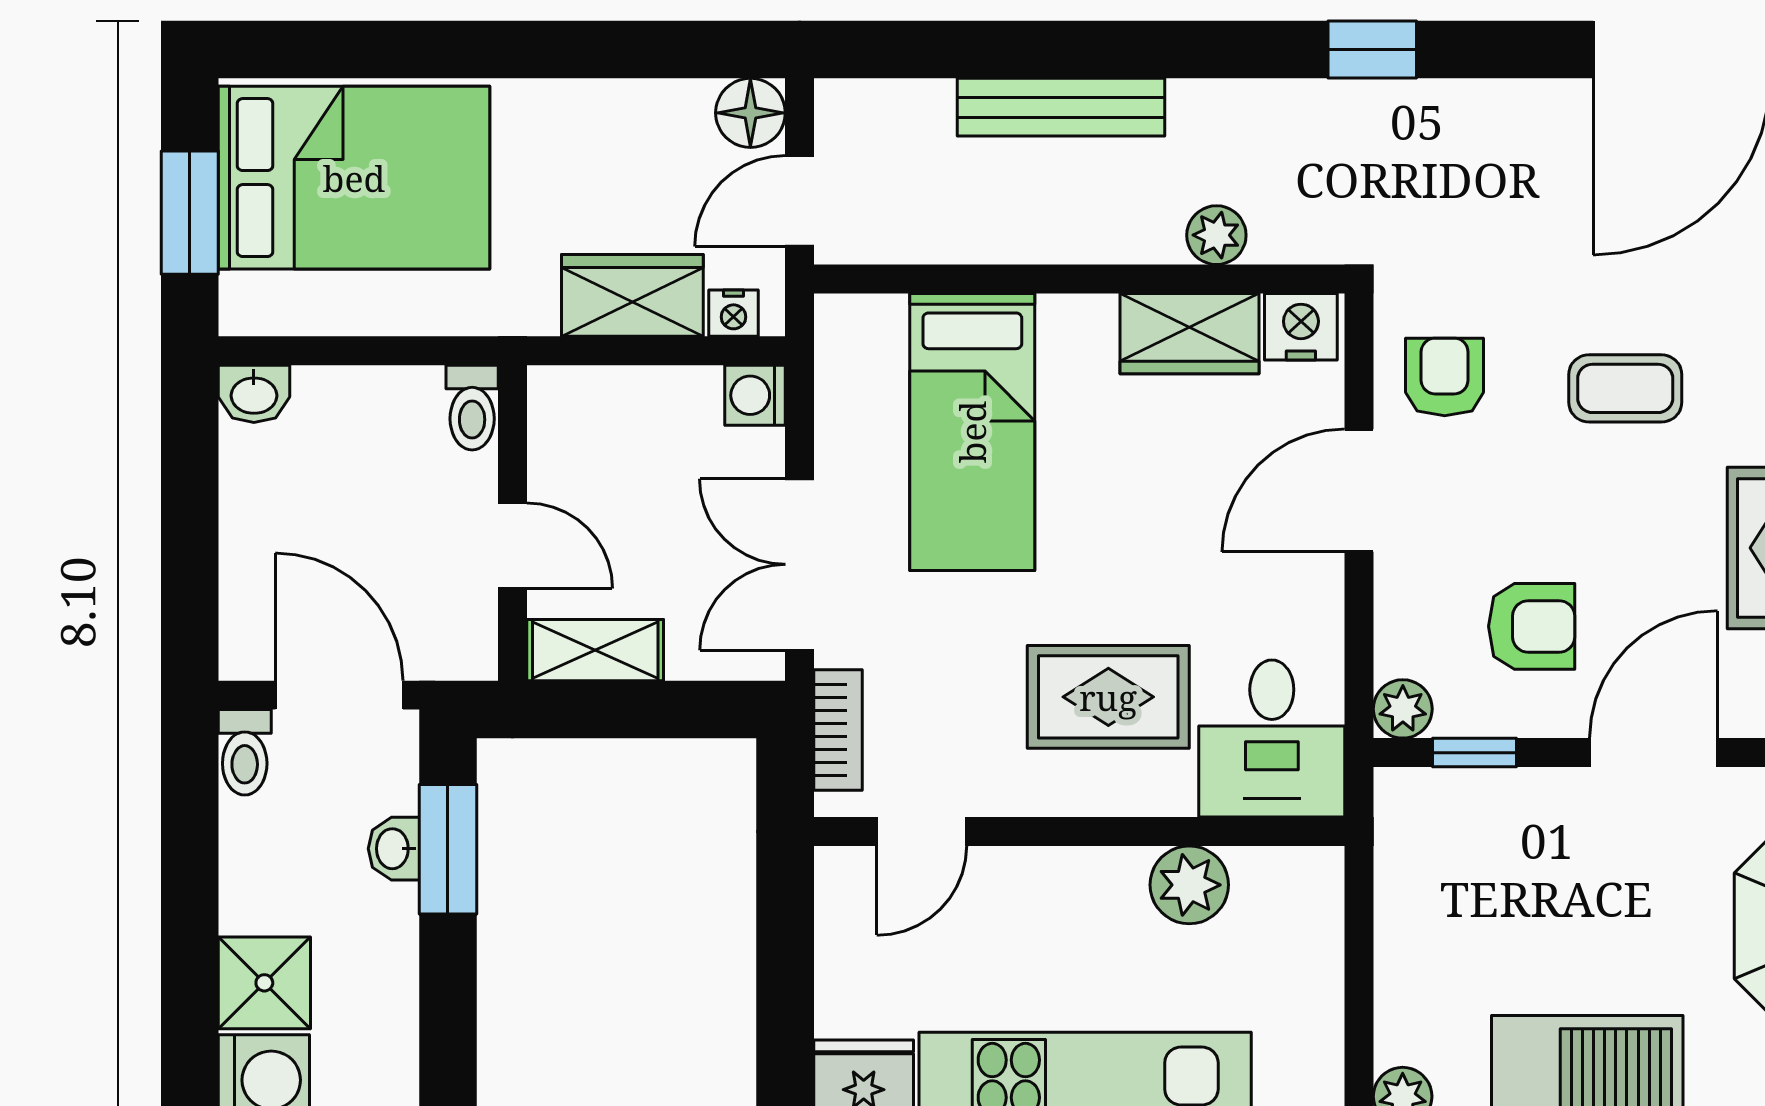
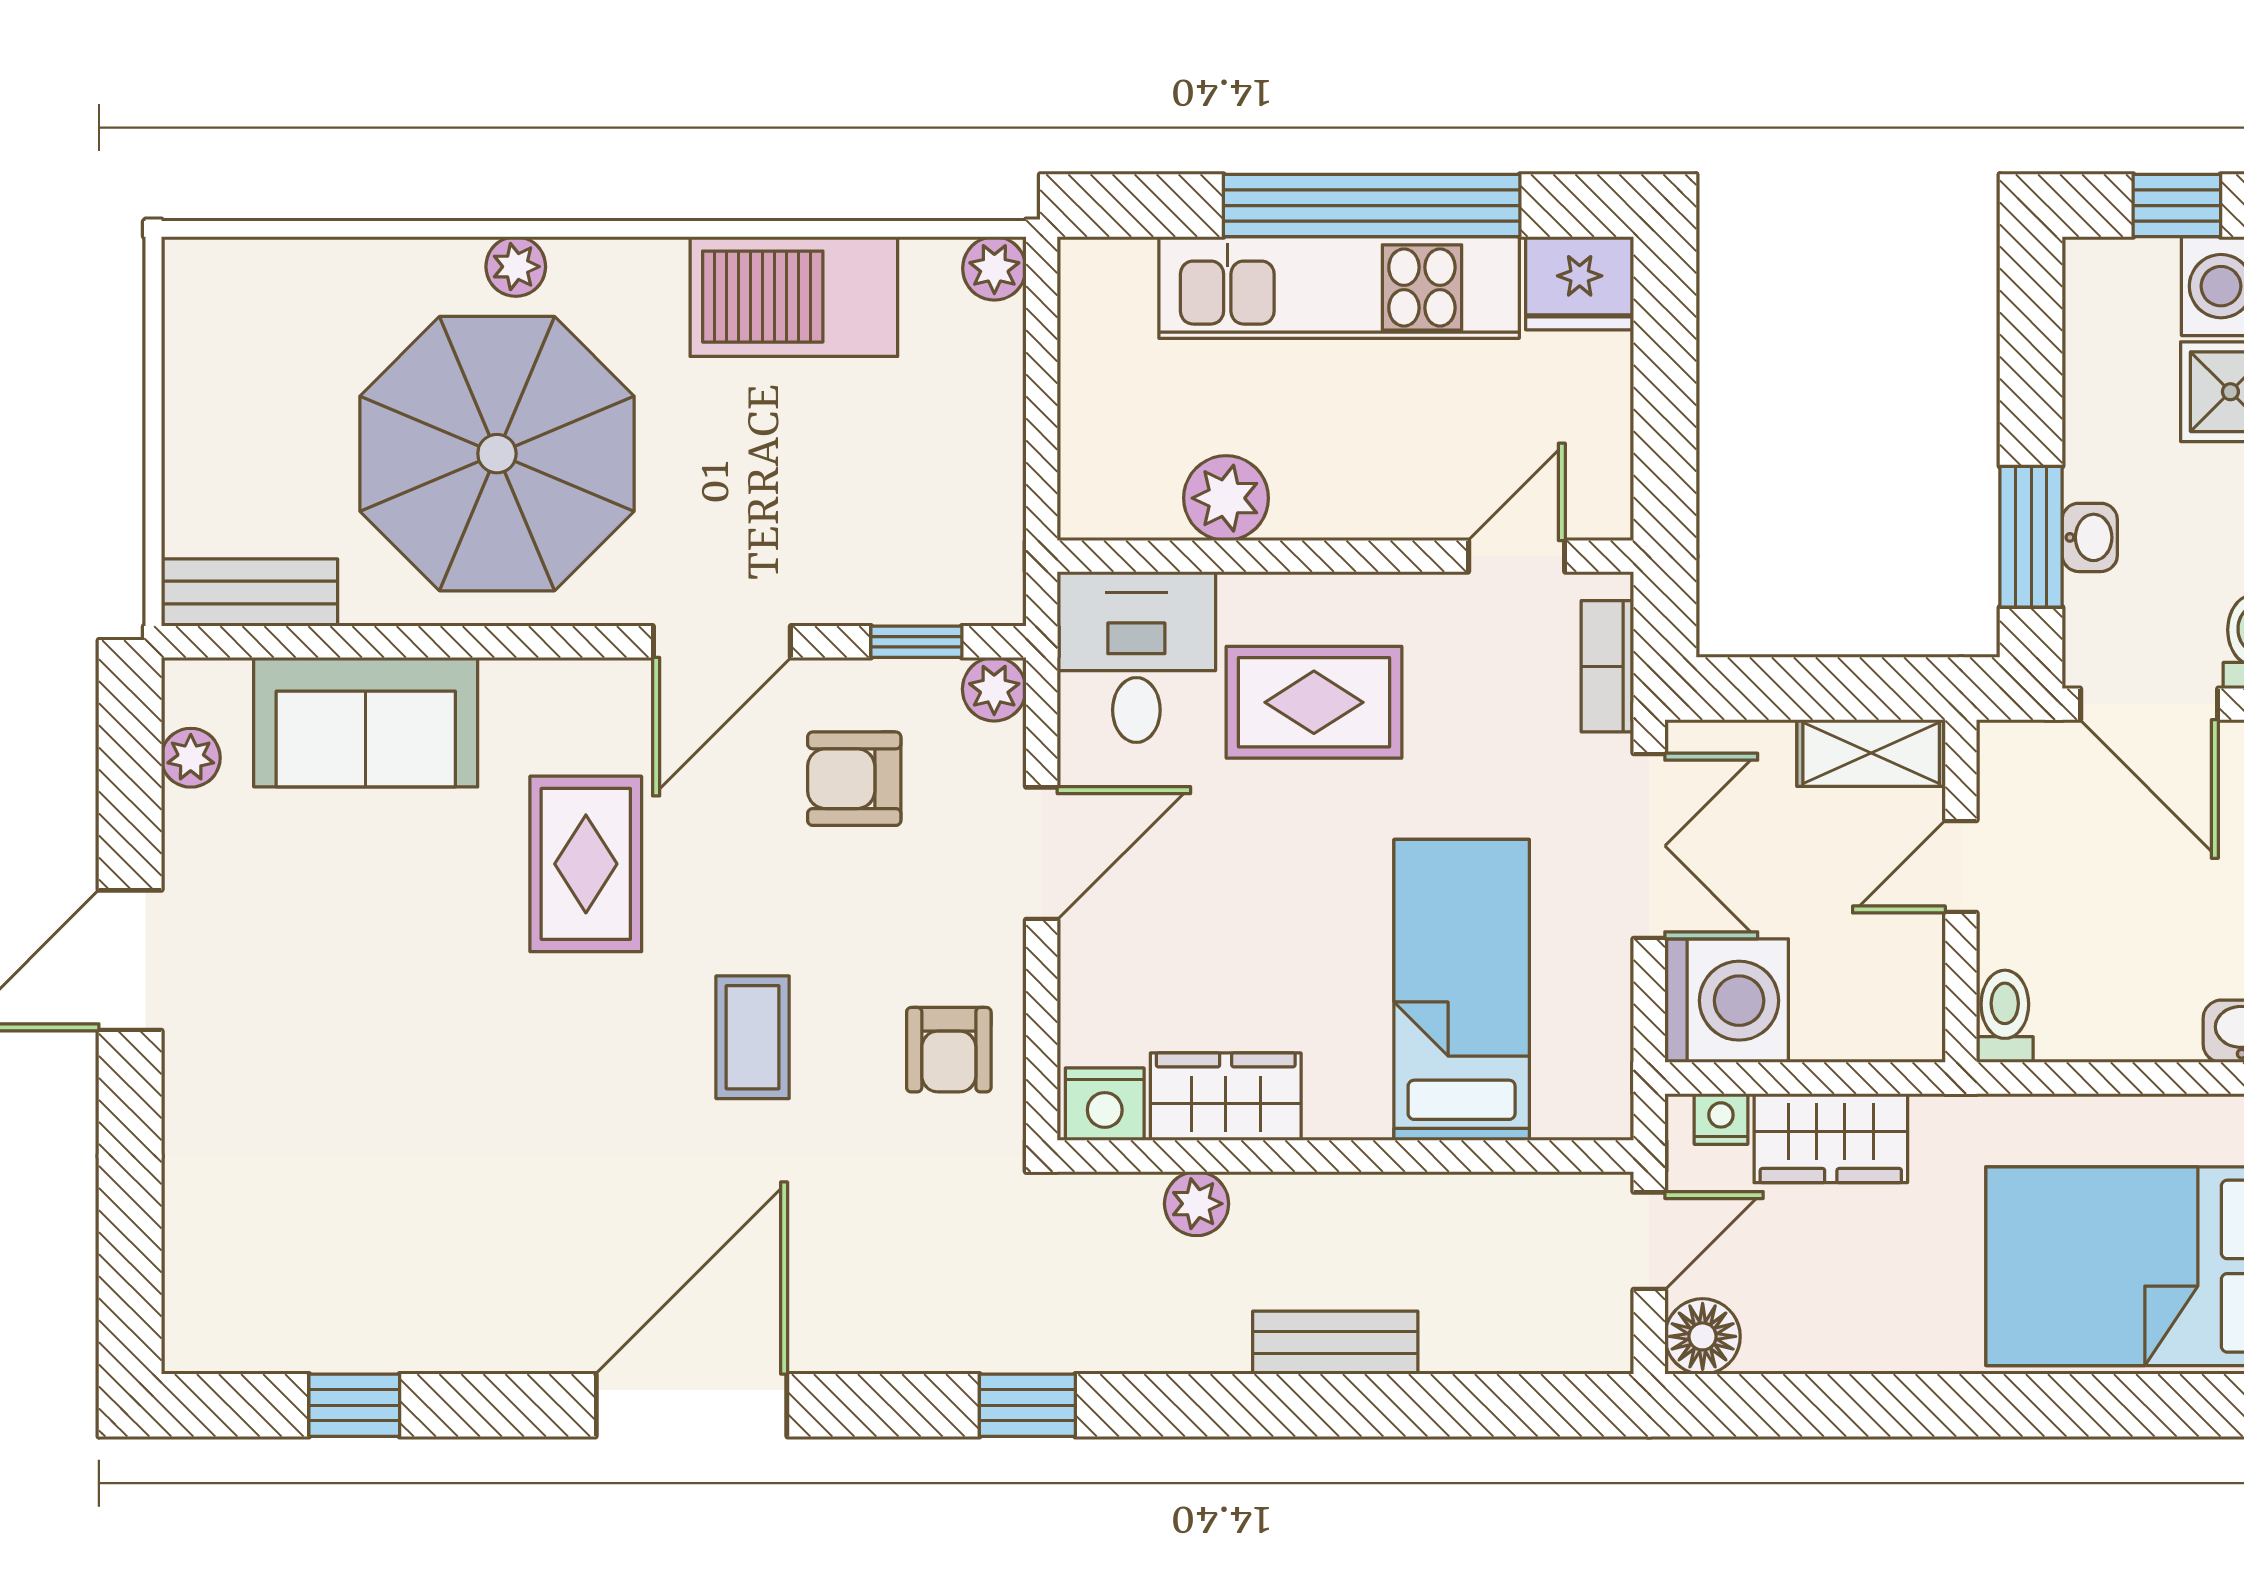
bench: (1061, 107) -> (1335, 1343), width x0.73
coffee table: (1625, 388) -> (753, 1037), turned 90
washing machine: (755, 395) -> (1727, 1001), width x1.89, depth x1.89
door: (1359, 491) -> (1042, 853), moved
door: (513, 546) -> (1961, 866), hinge flipped

